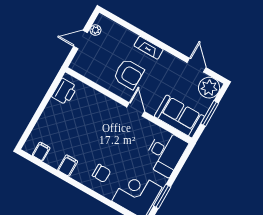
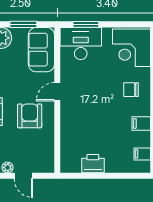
printer: (64, 92) -> (93, 164), moved
chair: (101, 173) -> (131, 90), turned -91
window: (162, 196) -> (86, 24), moved

